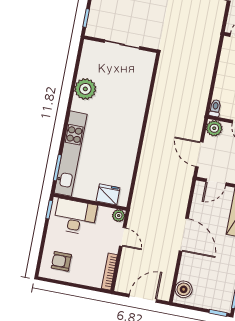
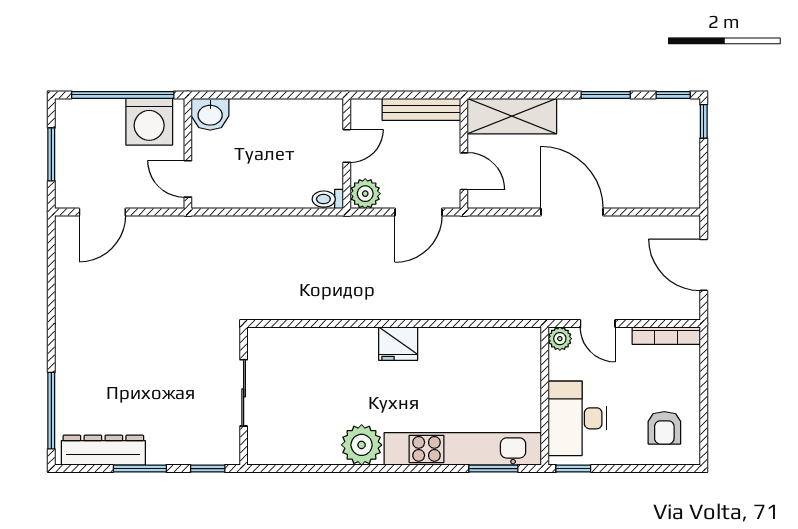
plant: (85, 89) -> (362, 445), moved
fridge: (108, 194) -> (398, 344), moved, turned -90
door: (184, 235) -> (572, 212), hinge flipped
door: (123, 237) -> (598, 324), swing flipped
boiler: (184, 289) -> (673, 193), removed

